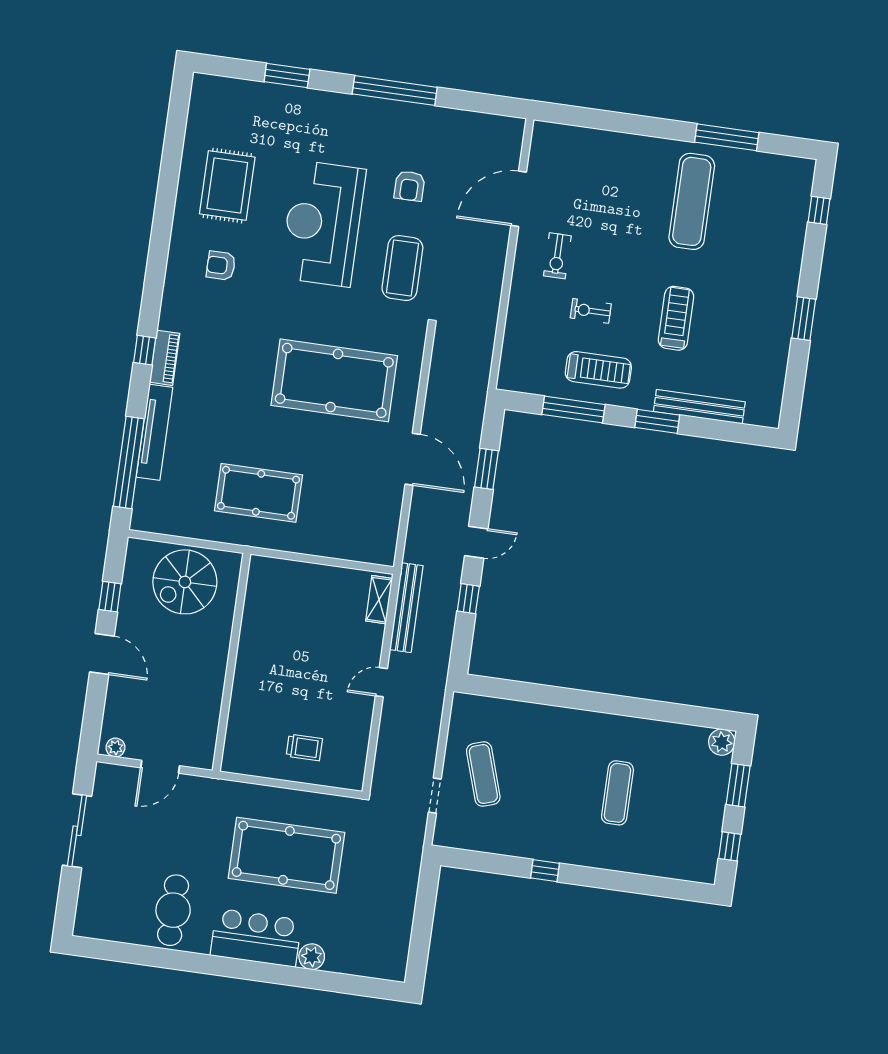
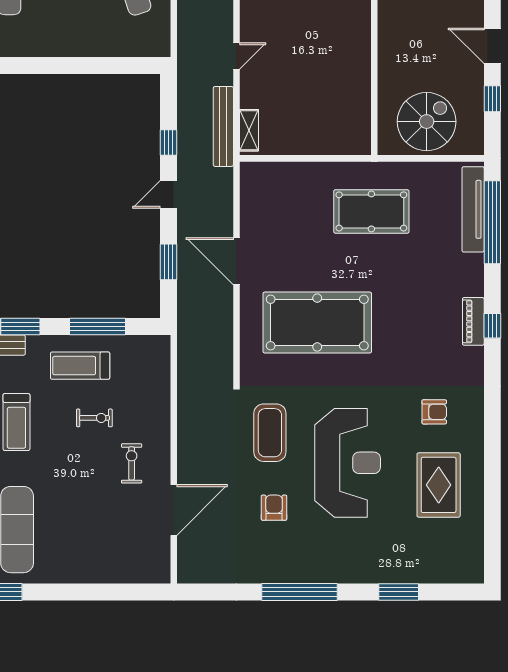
tv unit: (154, 432) -> (473, 209), moved

